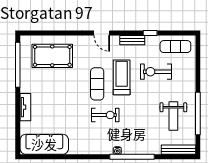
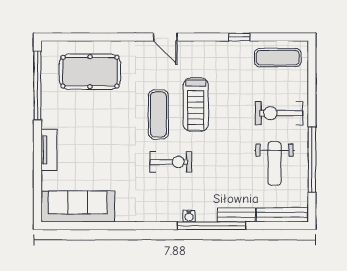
bench: (132, 40) -> (236, 215), moved
exercise bike: (156, 72) -> (279, 113), moved
treadmill: (122, 77) -> (196, 105), turned 180

